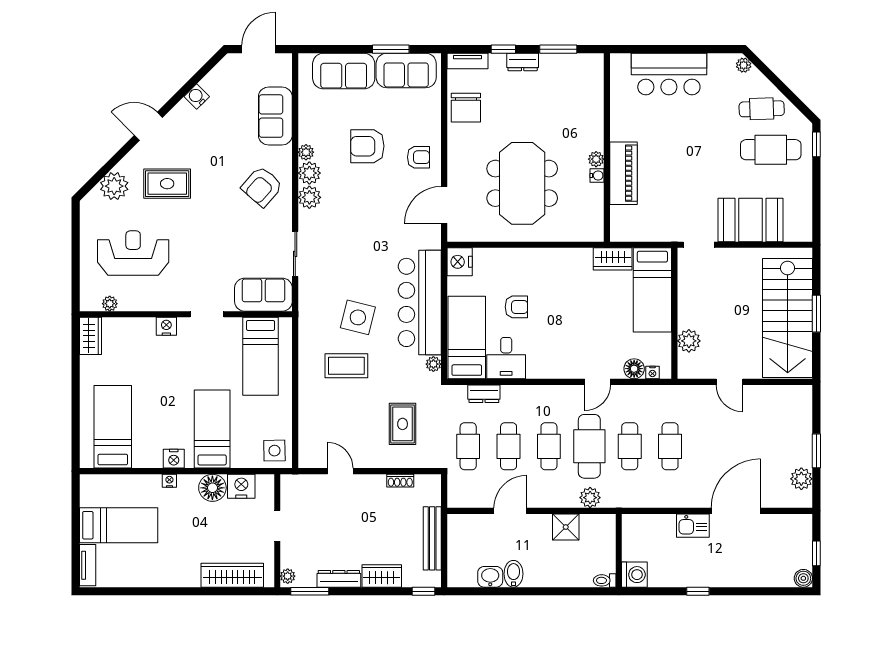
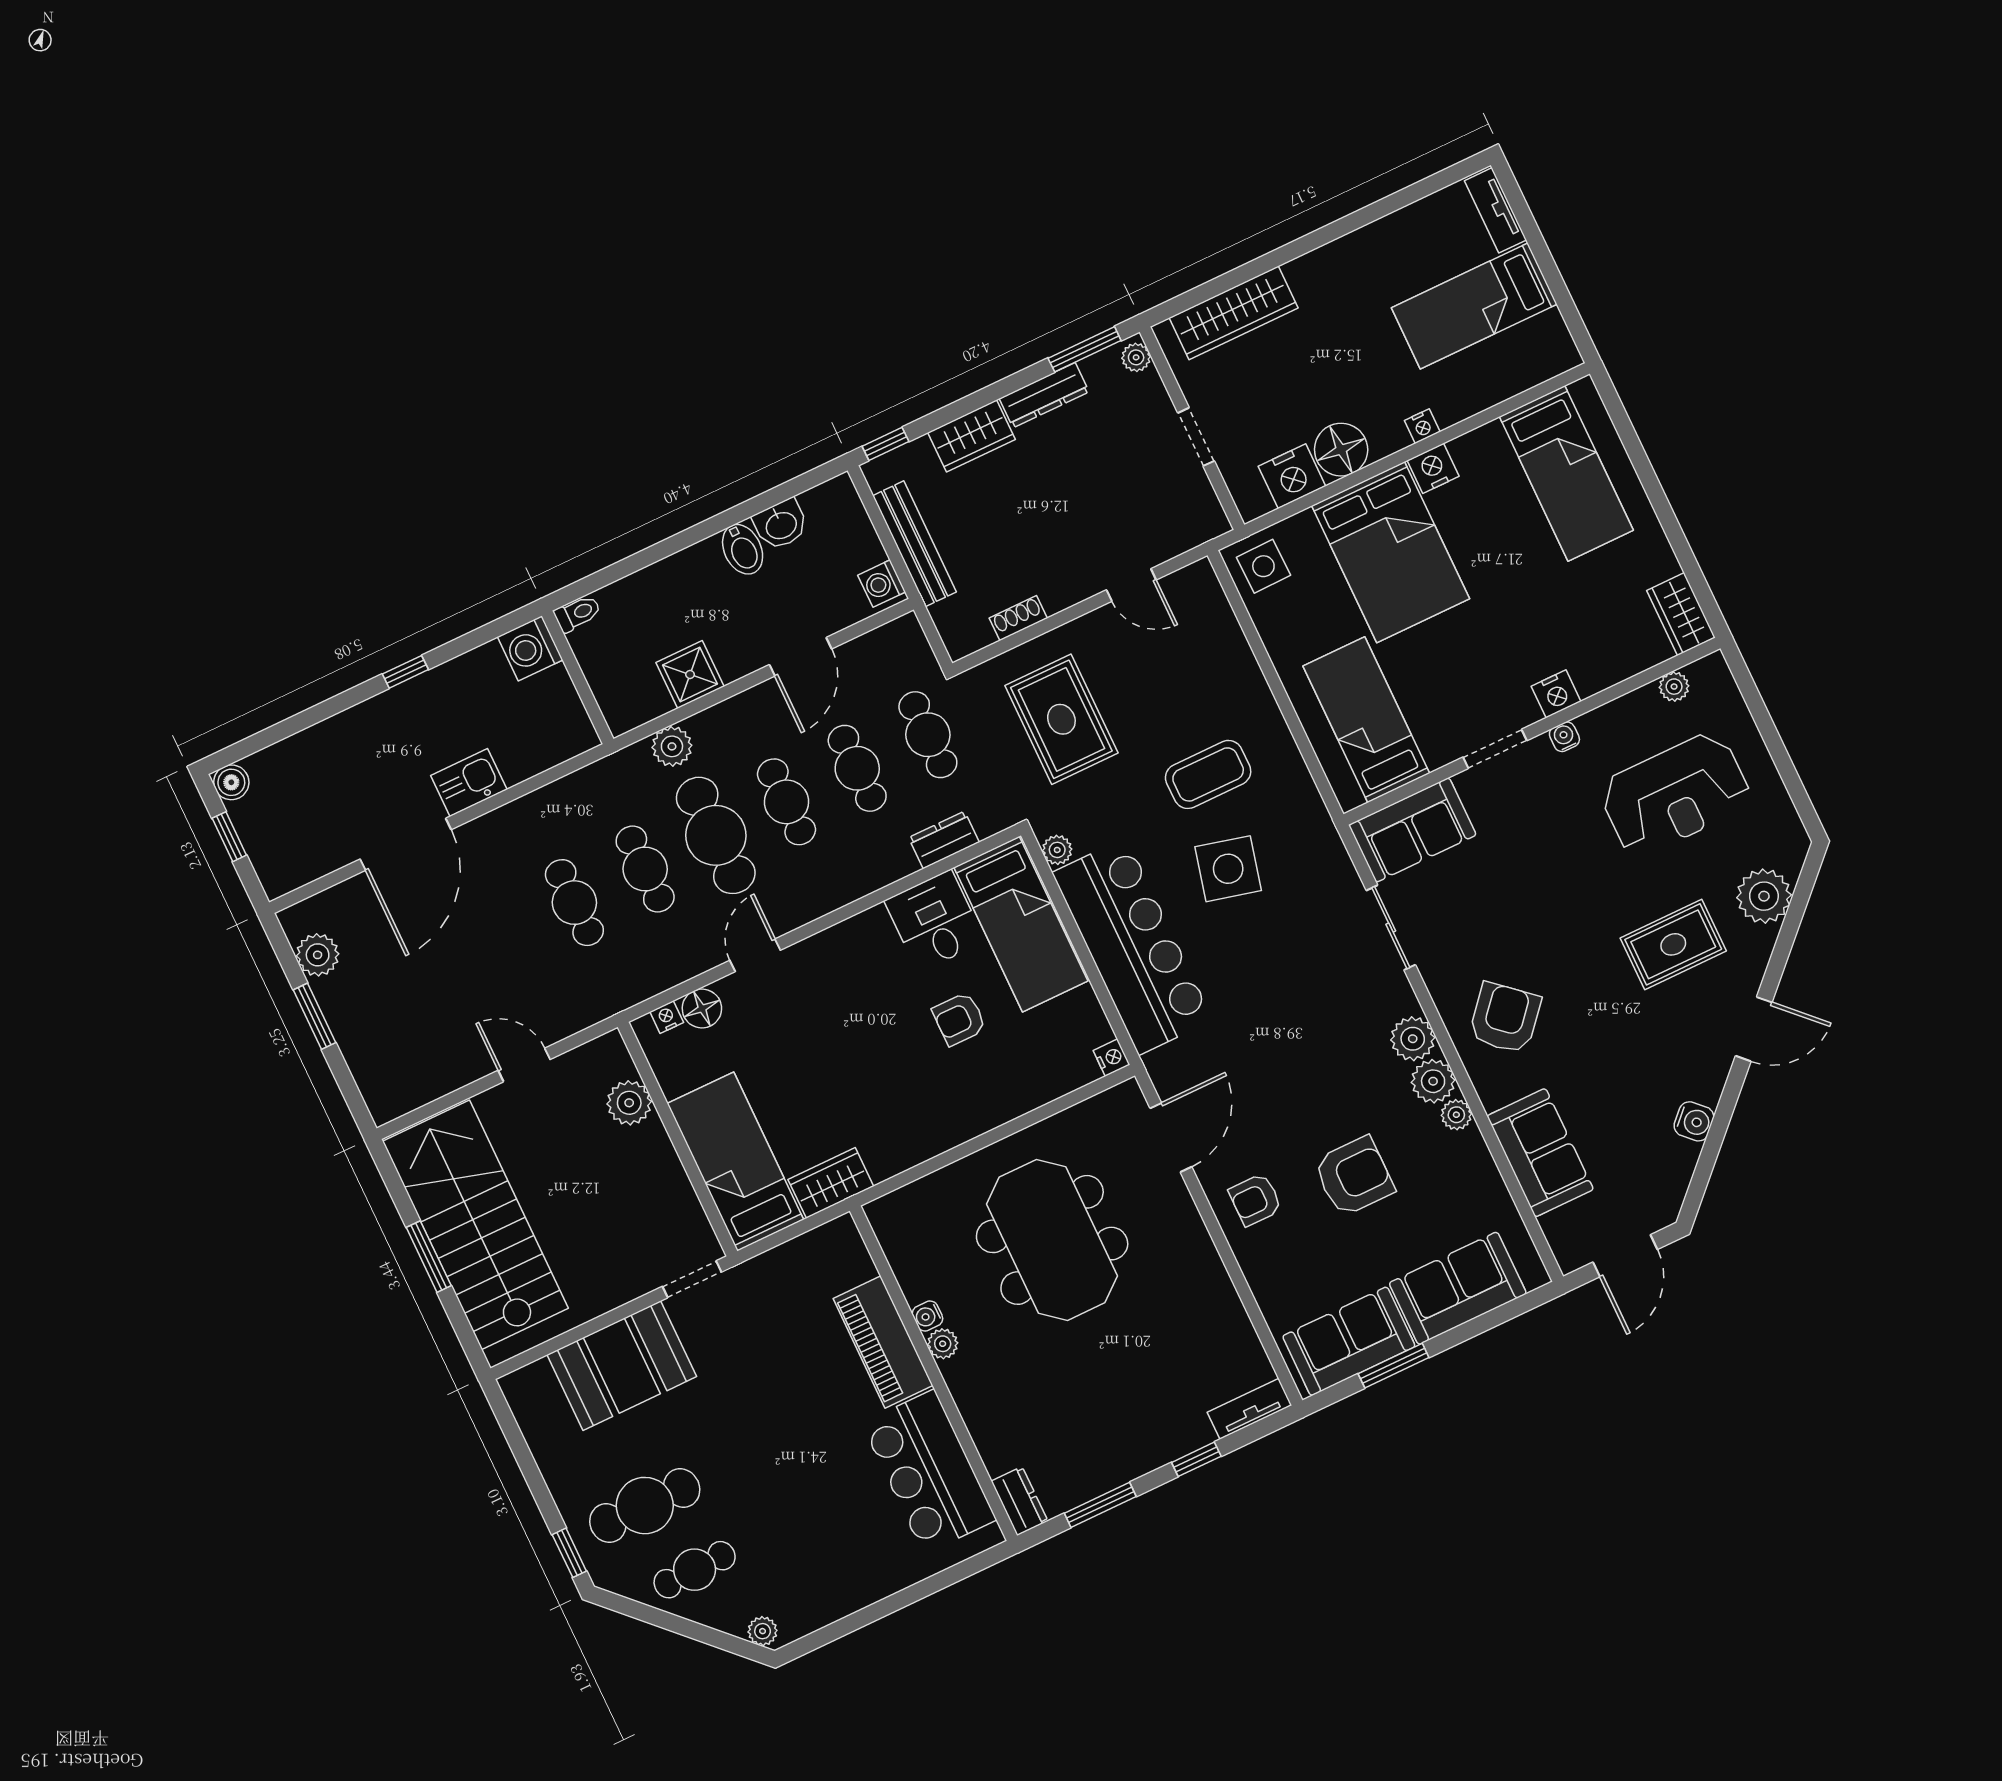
dresser: (523, 62) -> (1020, 1501), moved, turned 90
bar counter: (669, 74) -> (929, 1472), moved, turned -90
chair: (466, 108) -> (1213, 1326), removed
nightstand: (460, 262) -> (1112, 1058), width x0.53, depth x0.56
water cooler: (172, 305) -> (1564, 737), added
rug: (403, 424) -> (1061, 719), width x1.36, depth x1.43
bed: (212, 429) -> (1391, 552), width x1.50
washing machine: (456, 527) -> (882, 584), added

